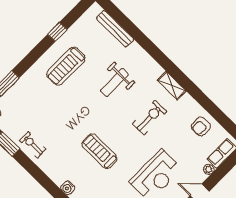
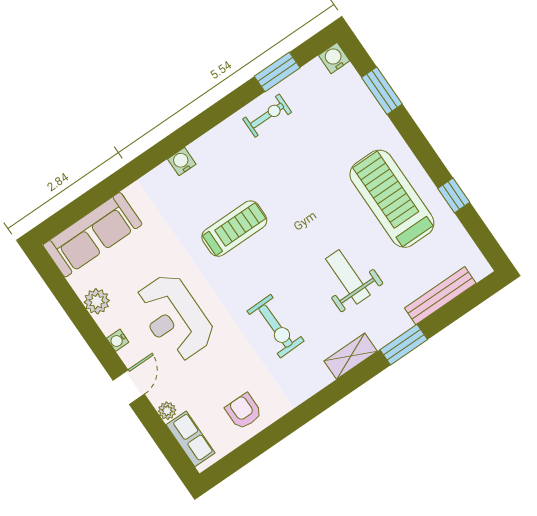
window: (146, 44) -> (404, 345), added
treadmill: (66, 66) -> (392, 199), width x1.37, depth x1.38
shelving: (172, 86) -> (351, 356), moved

